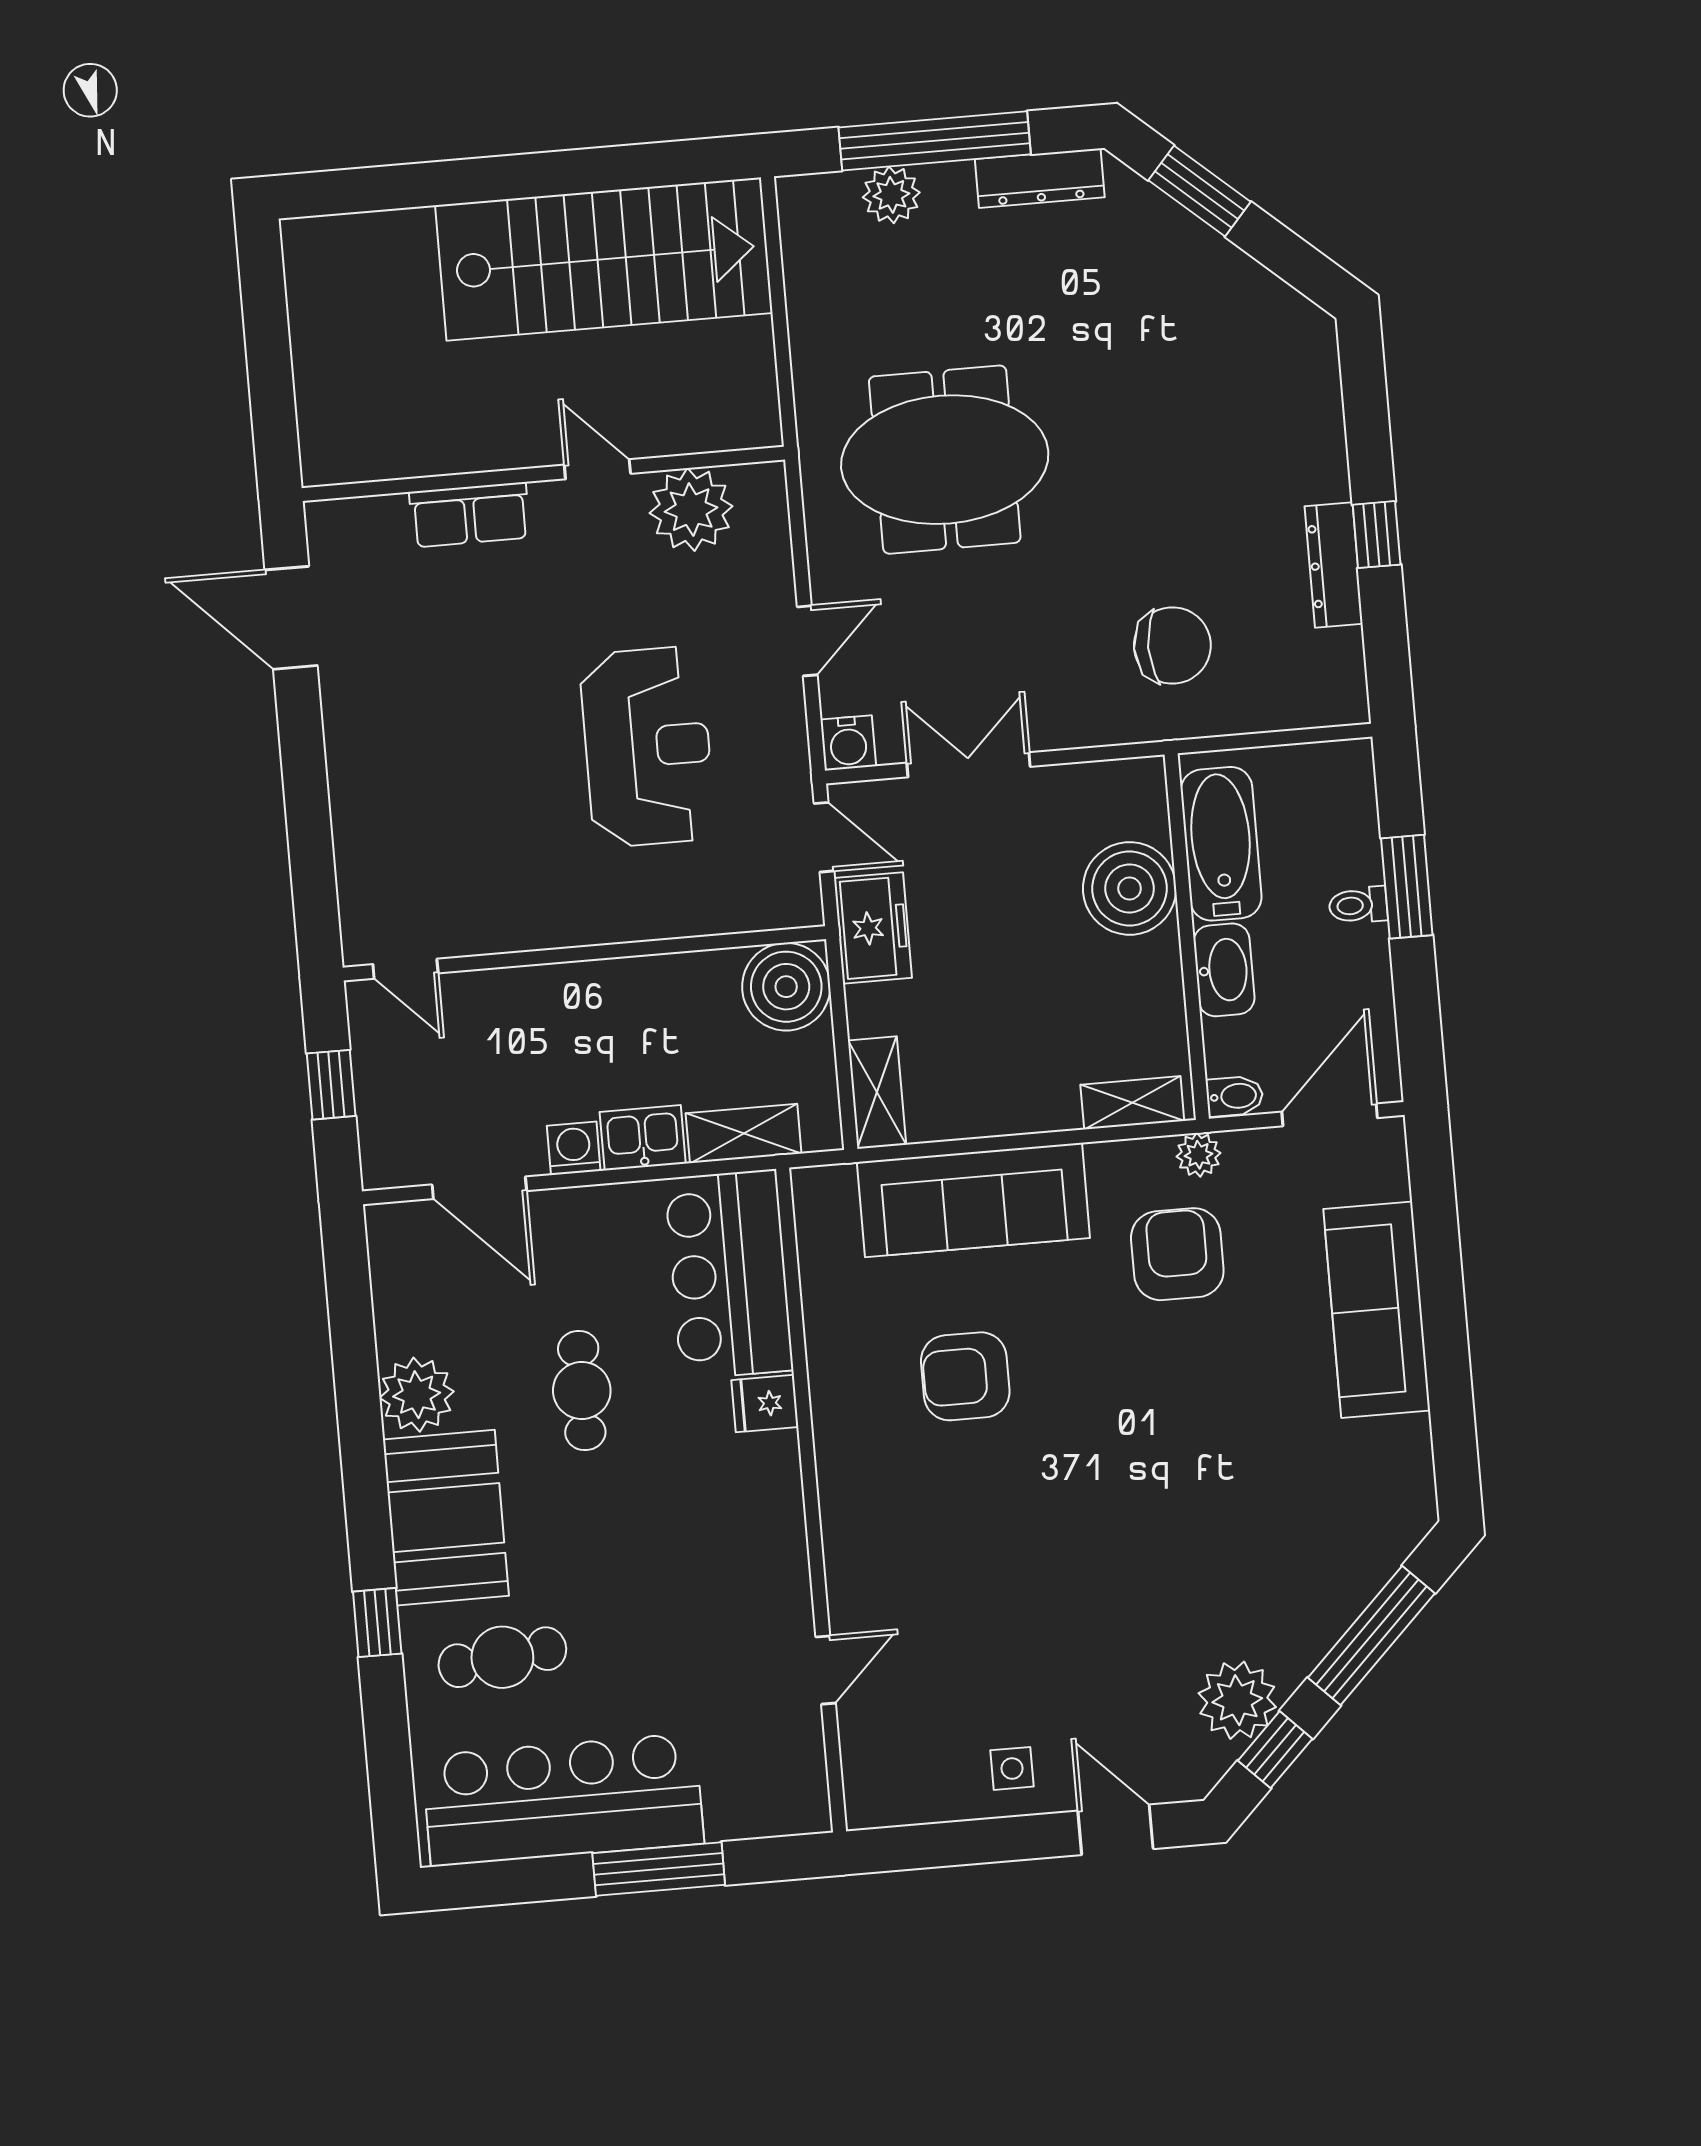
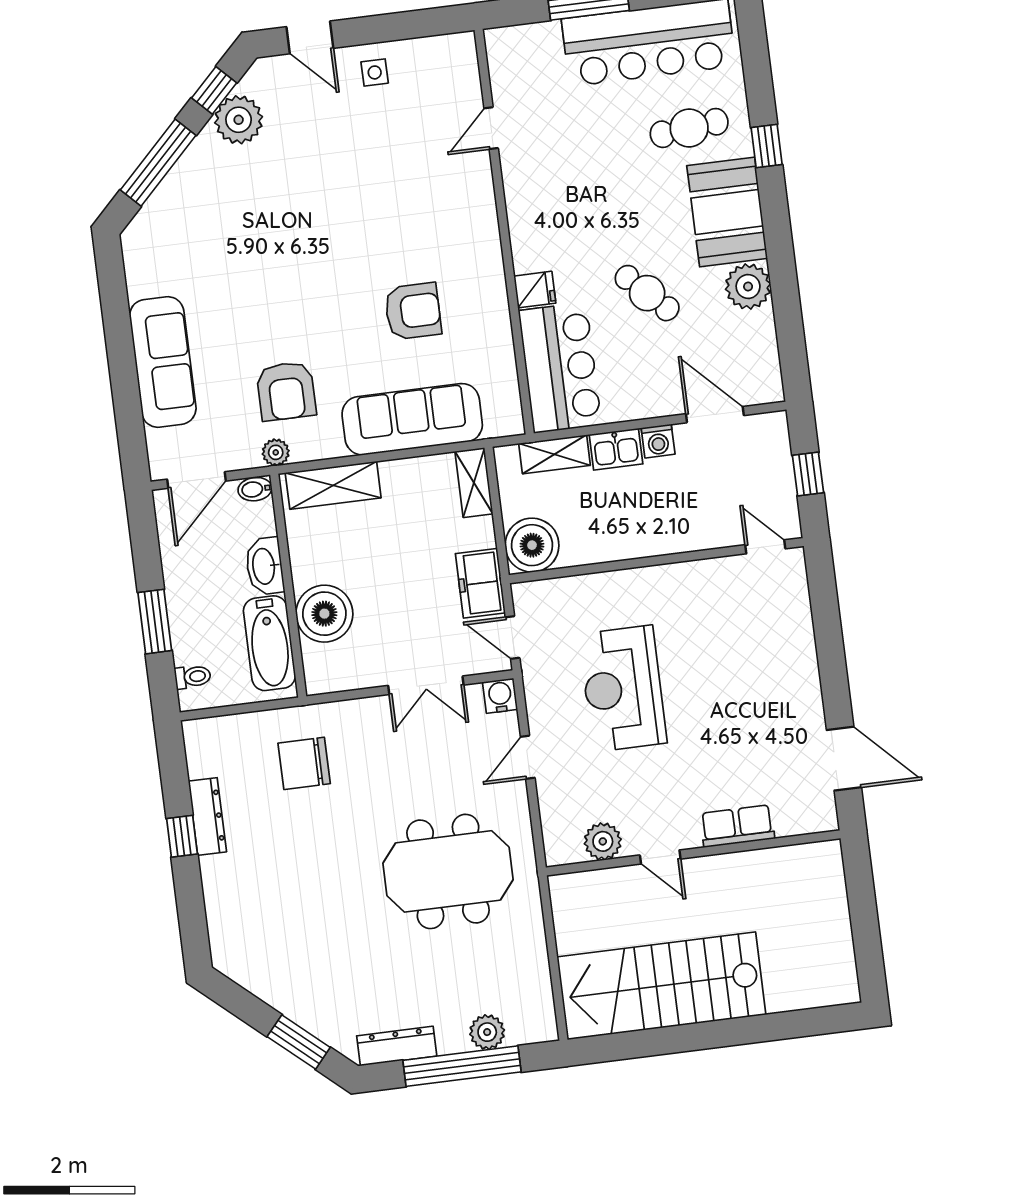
plant: (691, 510) -> (603, 841), width x0.73, depth x0.73
toilet: (1358, 905) -> (193, 677), moved
shelving: (1132, 1103) -> (333, 485), width x1.50, depth x1.33
cafe table: (582, 1391) -> (647, 293), turned -45

